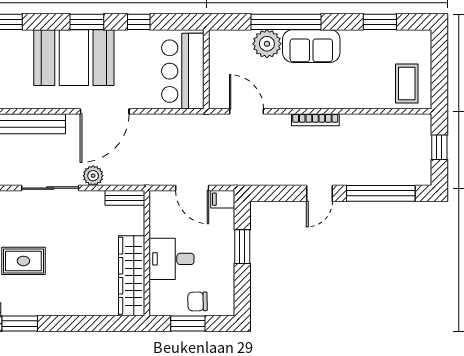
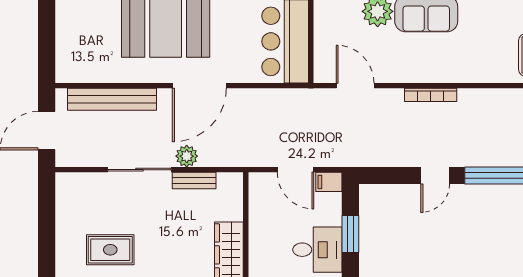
bench: (125, 198) -> (194, 180), moved
desk: (172, 259) -> (317, 250), moved, turned 180

